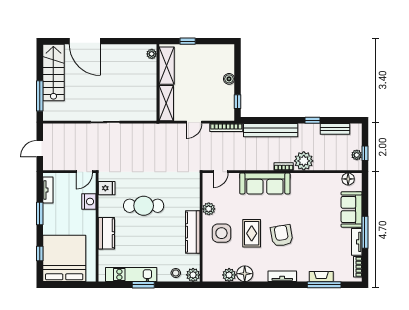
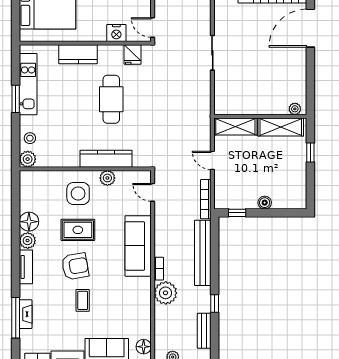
coffee table: (310, 229) -> (83, 300), added
kitchen counter: (193, 232) -> (106, 159), moved
plant: (229, 275) -> (28, 241), moved

